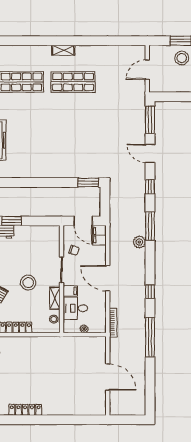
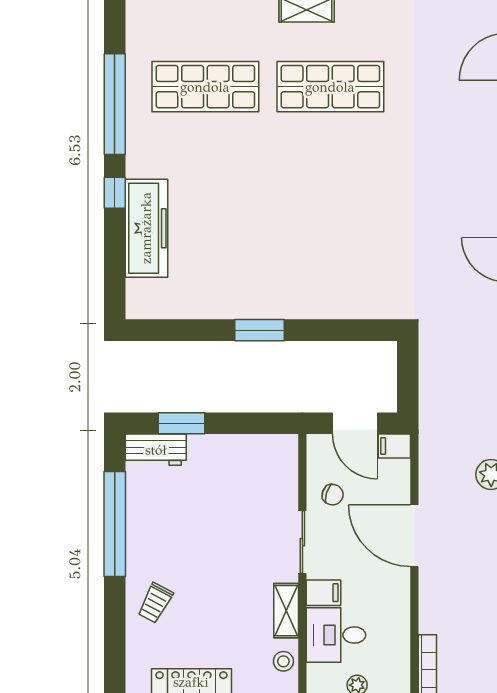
window: (88, 182) -> (260, 330), moved
filing cabinet: (99, 235) -> (394, 446), width x0.50
door: (108, 278) -> (414, 536), moved
stool: (28, 283) -> (221, 573), removed

